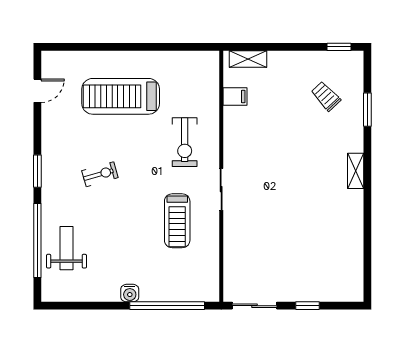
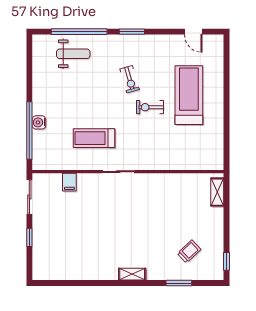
filing cabinet: (235, 96) -> (69, 182), moved
exercise bike: (185, 142) -> (150, 107), moved, width x0.73, depth x0.72
water cooler: (130, 293) -> (39, 122), moved

